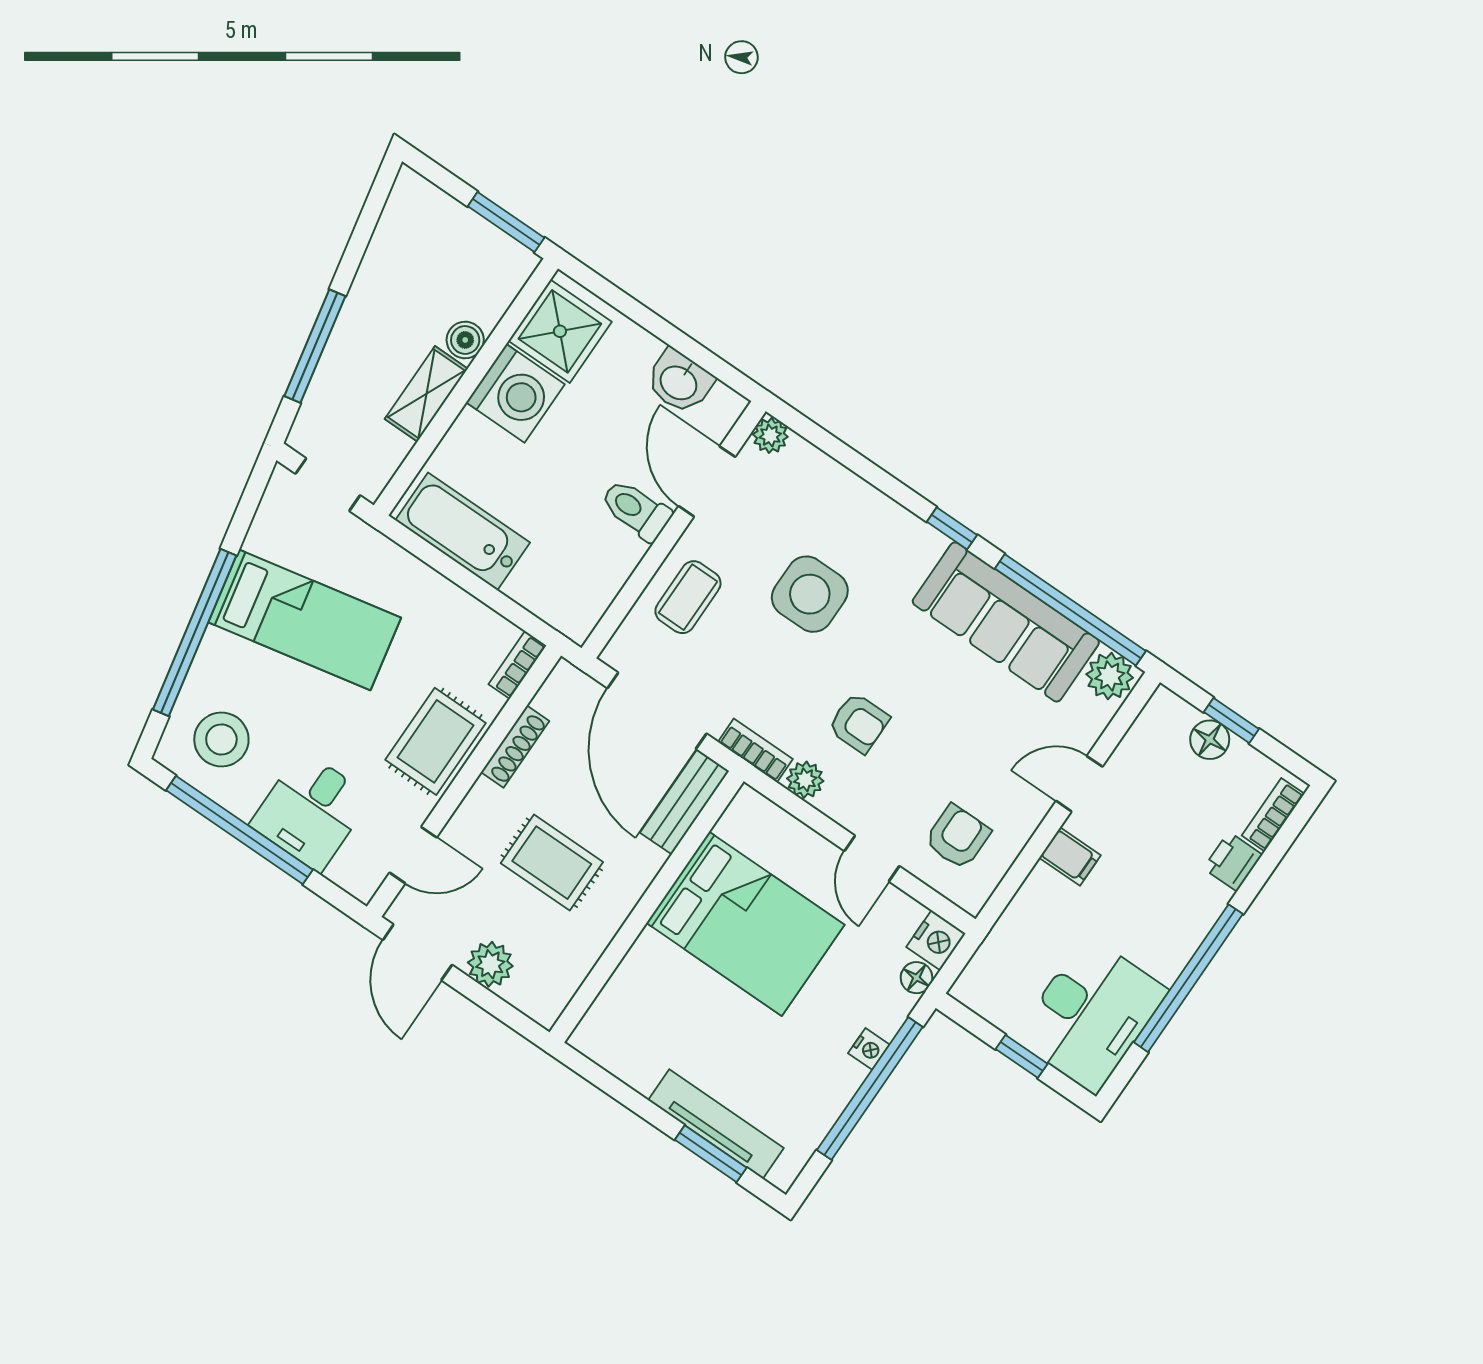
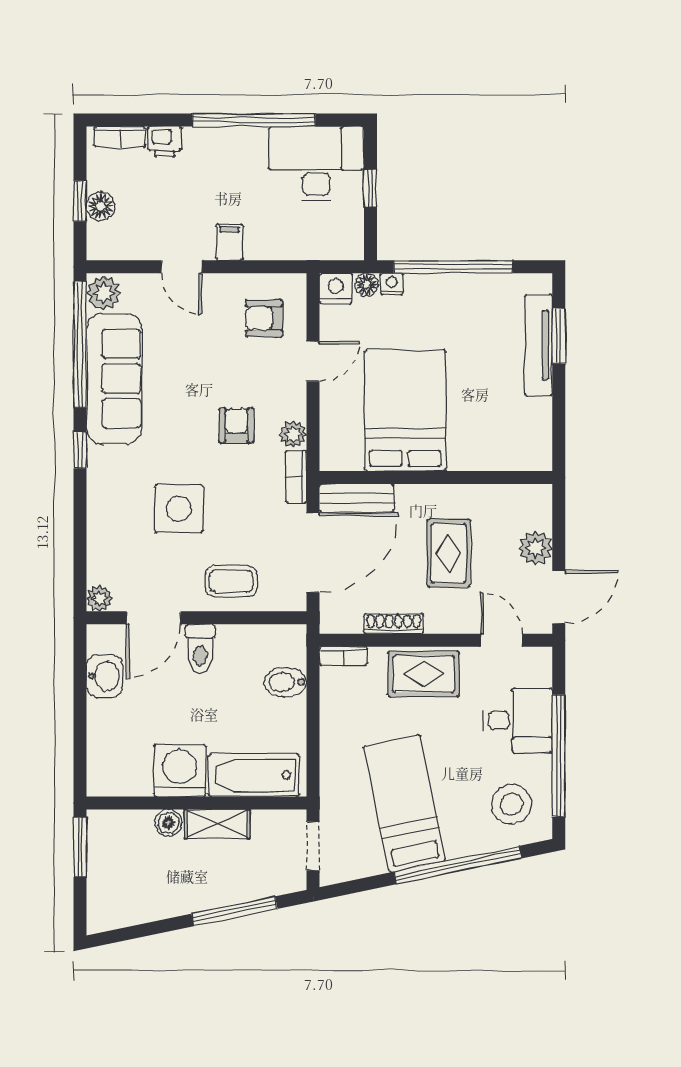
shower: (560, 331) -> (124, 769), removed
bathtub: (463, 531) -> (254, 775), moved, turned 90
bidet: (533, 580) -> (285, 682), added
nightstand: (869, 1049) -> (392, 284), moved

